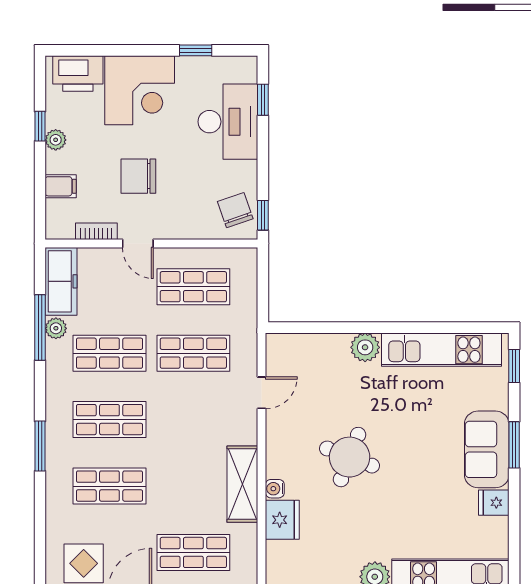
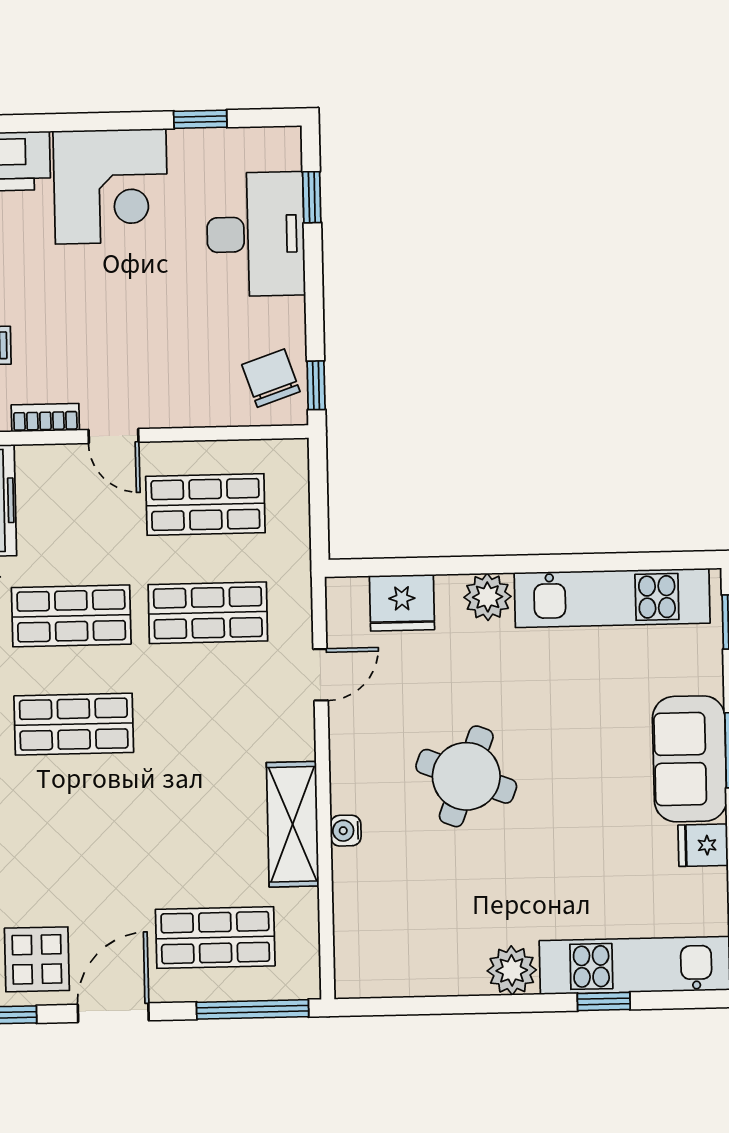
chair: (138, 176) -> (112, 326), removed
shop shelf: (109, 486) -> (76, 832), removed
fridge: (282, 520) -> (402, 603), moved, turned 90

